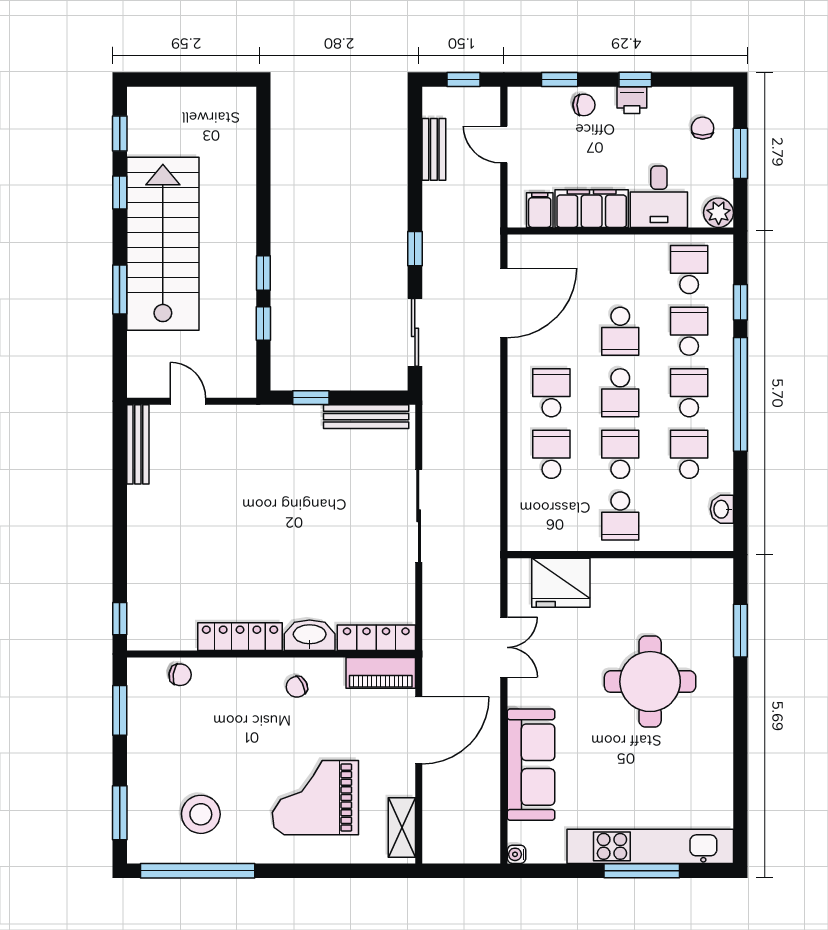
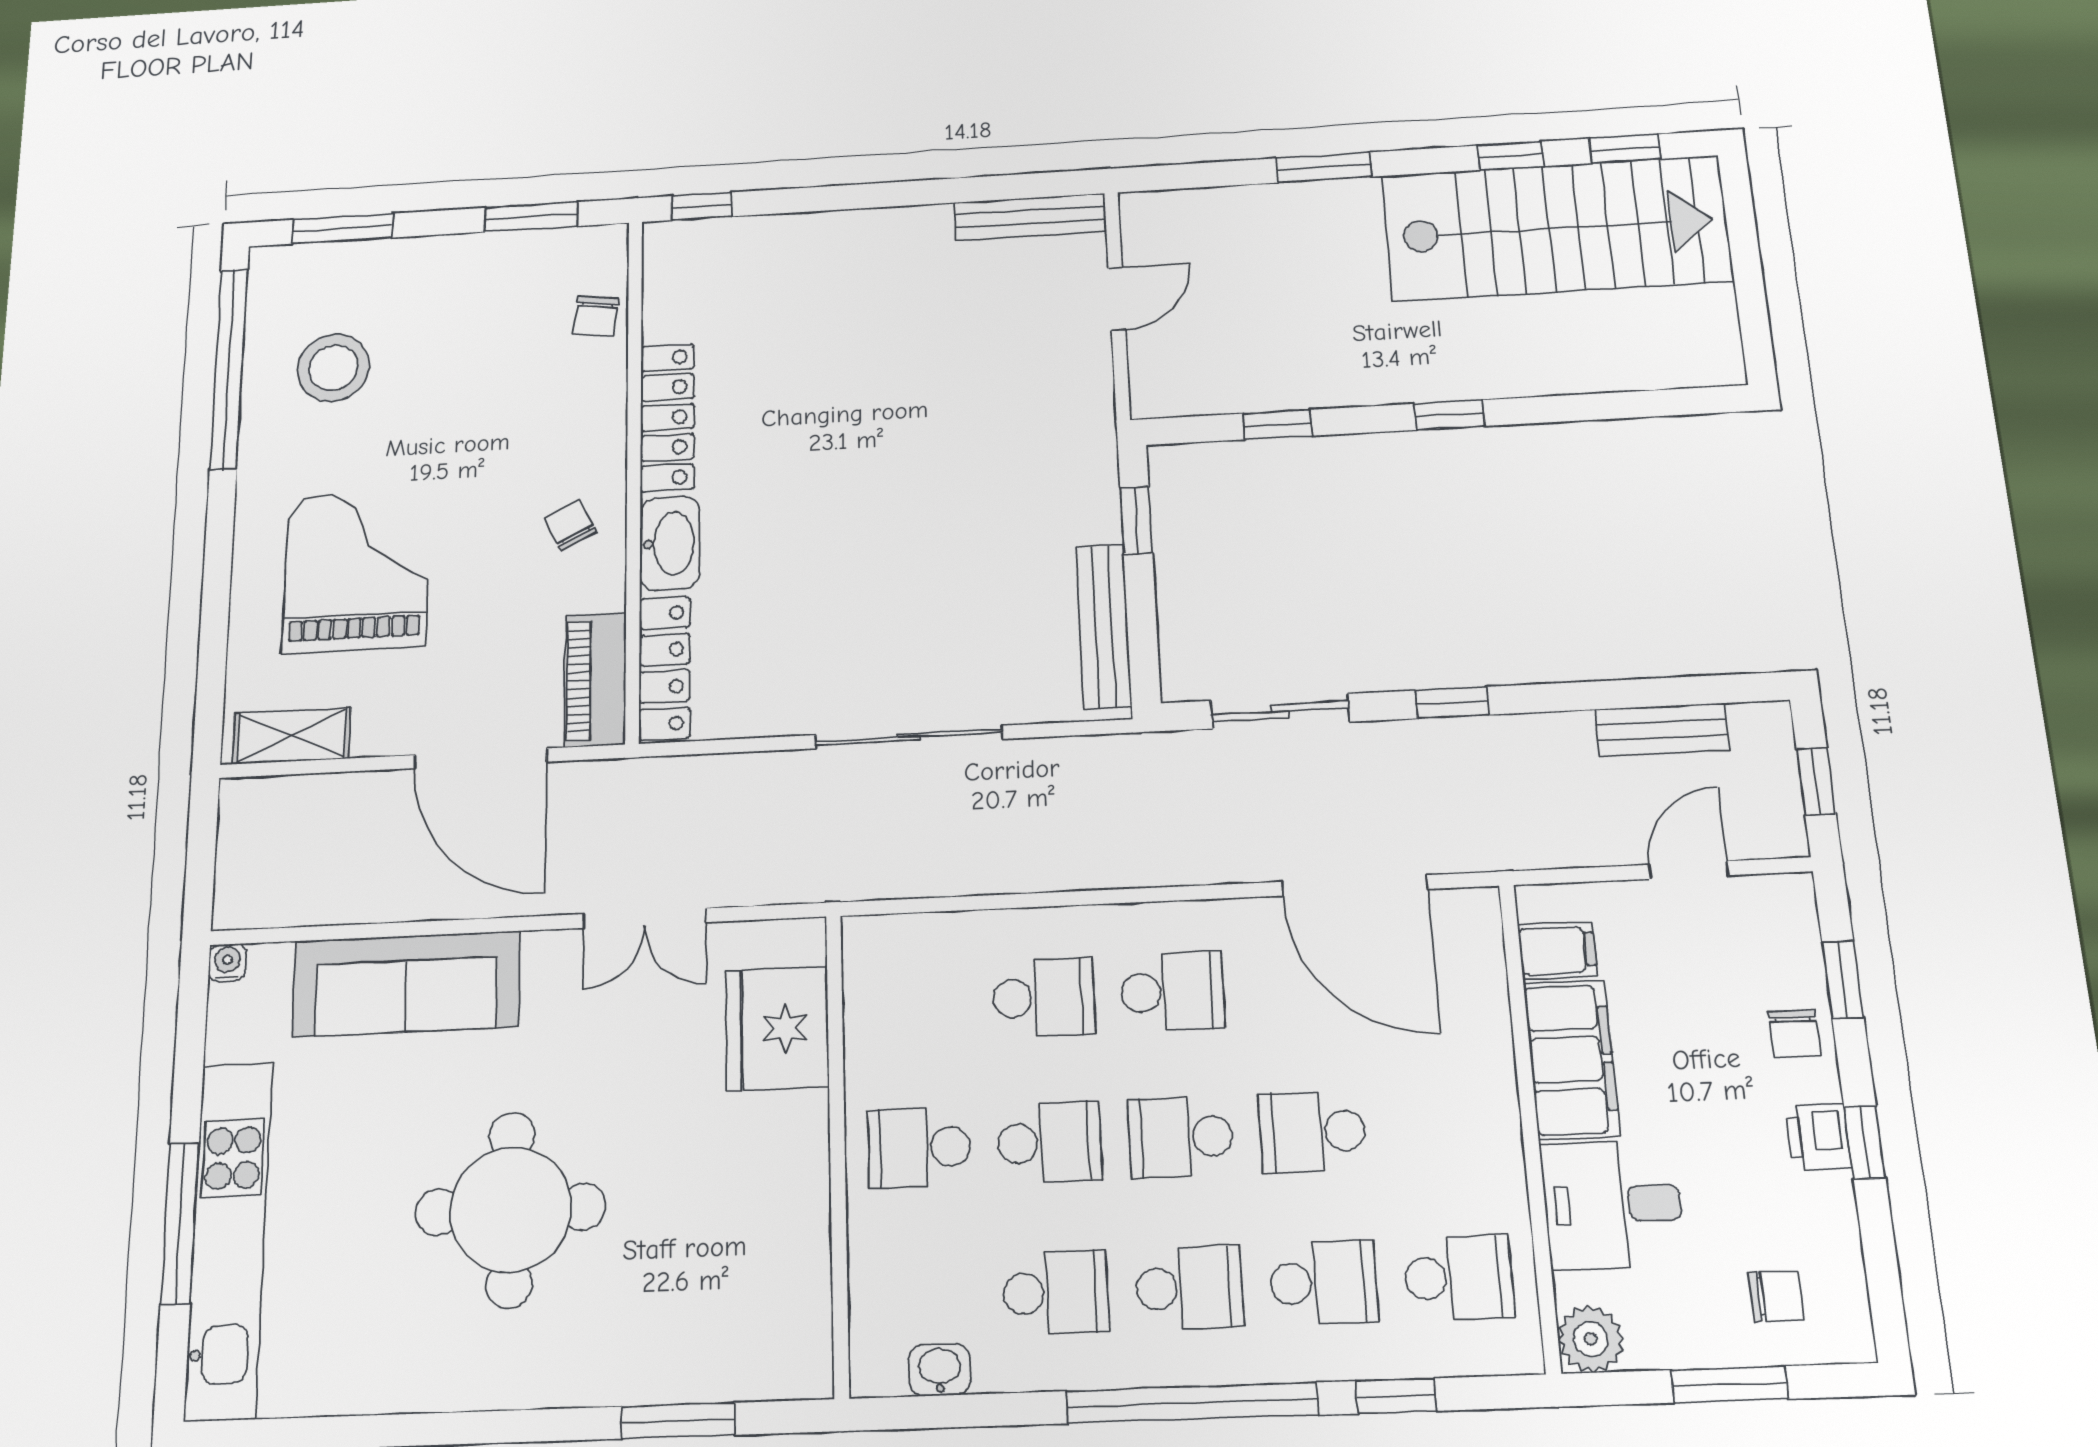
stairs: (163, 244) -> (1556, 228), moved
window: (263, 273) -> (1449, 415), moved
round table: (650, 682) -> (511, 1209), moved

